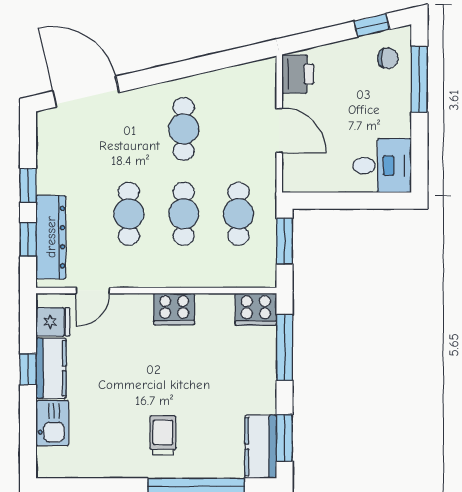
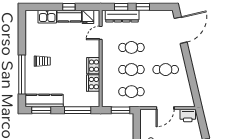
door: (93, 291) -> (101, 33), hinge flipped
cooker: (256, 309) -> (93, 83), moved
kitchen counter: (261, 447) -> (44, 101), width x1.50

